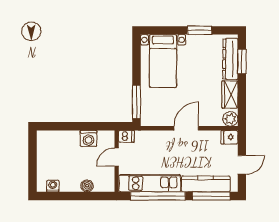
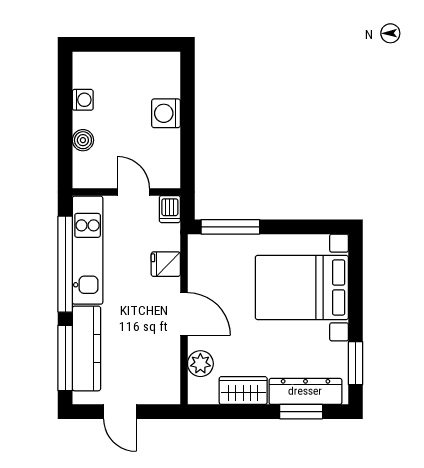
window: (200, 30) -> (356, 363), moved
bed with nightstands: (163, 61) -> (302, 287), width x1.36
plant: (230, 119) -> (200, 364), moved
fridge: (229, 137) -> (166, 264), moved, turned -90
washing machine: (88, 138) -> (166, 113), moved
washing machine: (53, 186) -> (83, 100), moved

